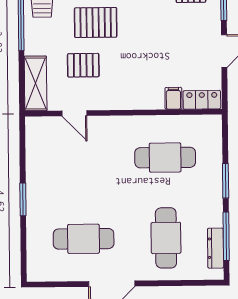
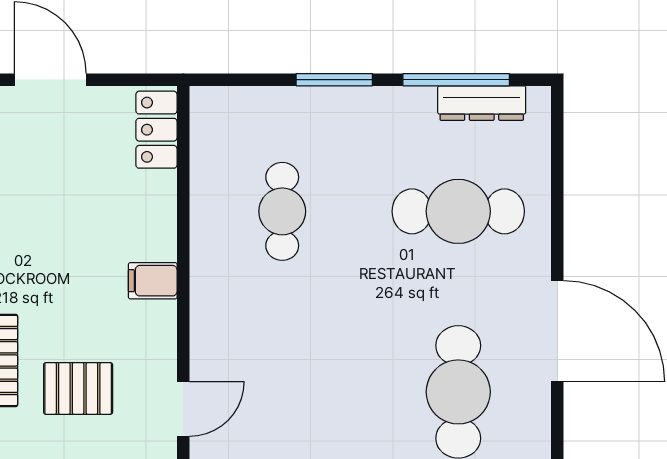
pallet: (83, 65) -> (78, 388), turned 90
filing cabinet: (173, 98) -> (153, 281), moved
cafe table: (165, 158) -> (282, 211), width x0.73, depth x0.74

